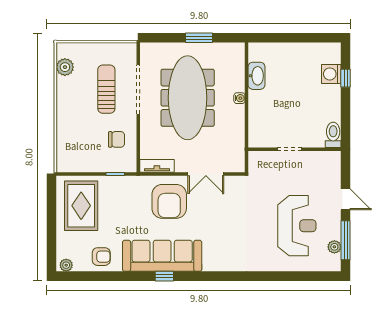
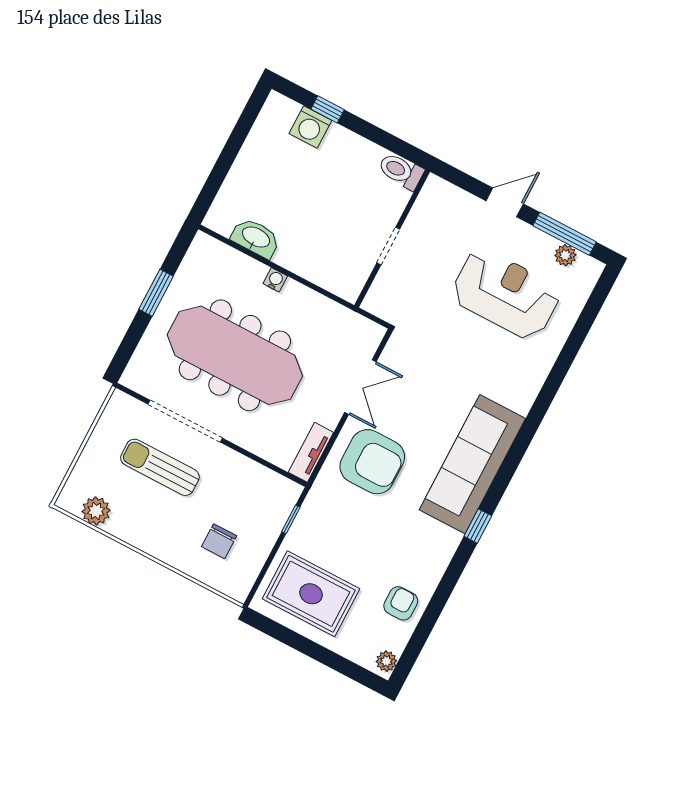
chair: (117, 139) -> (219, 541), moved, turned 180
sofa: (162, 256) -> (472, 464), moved

